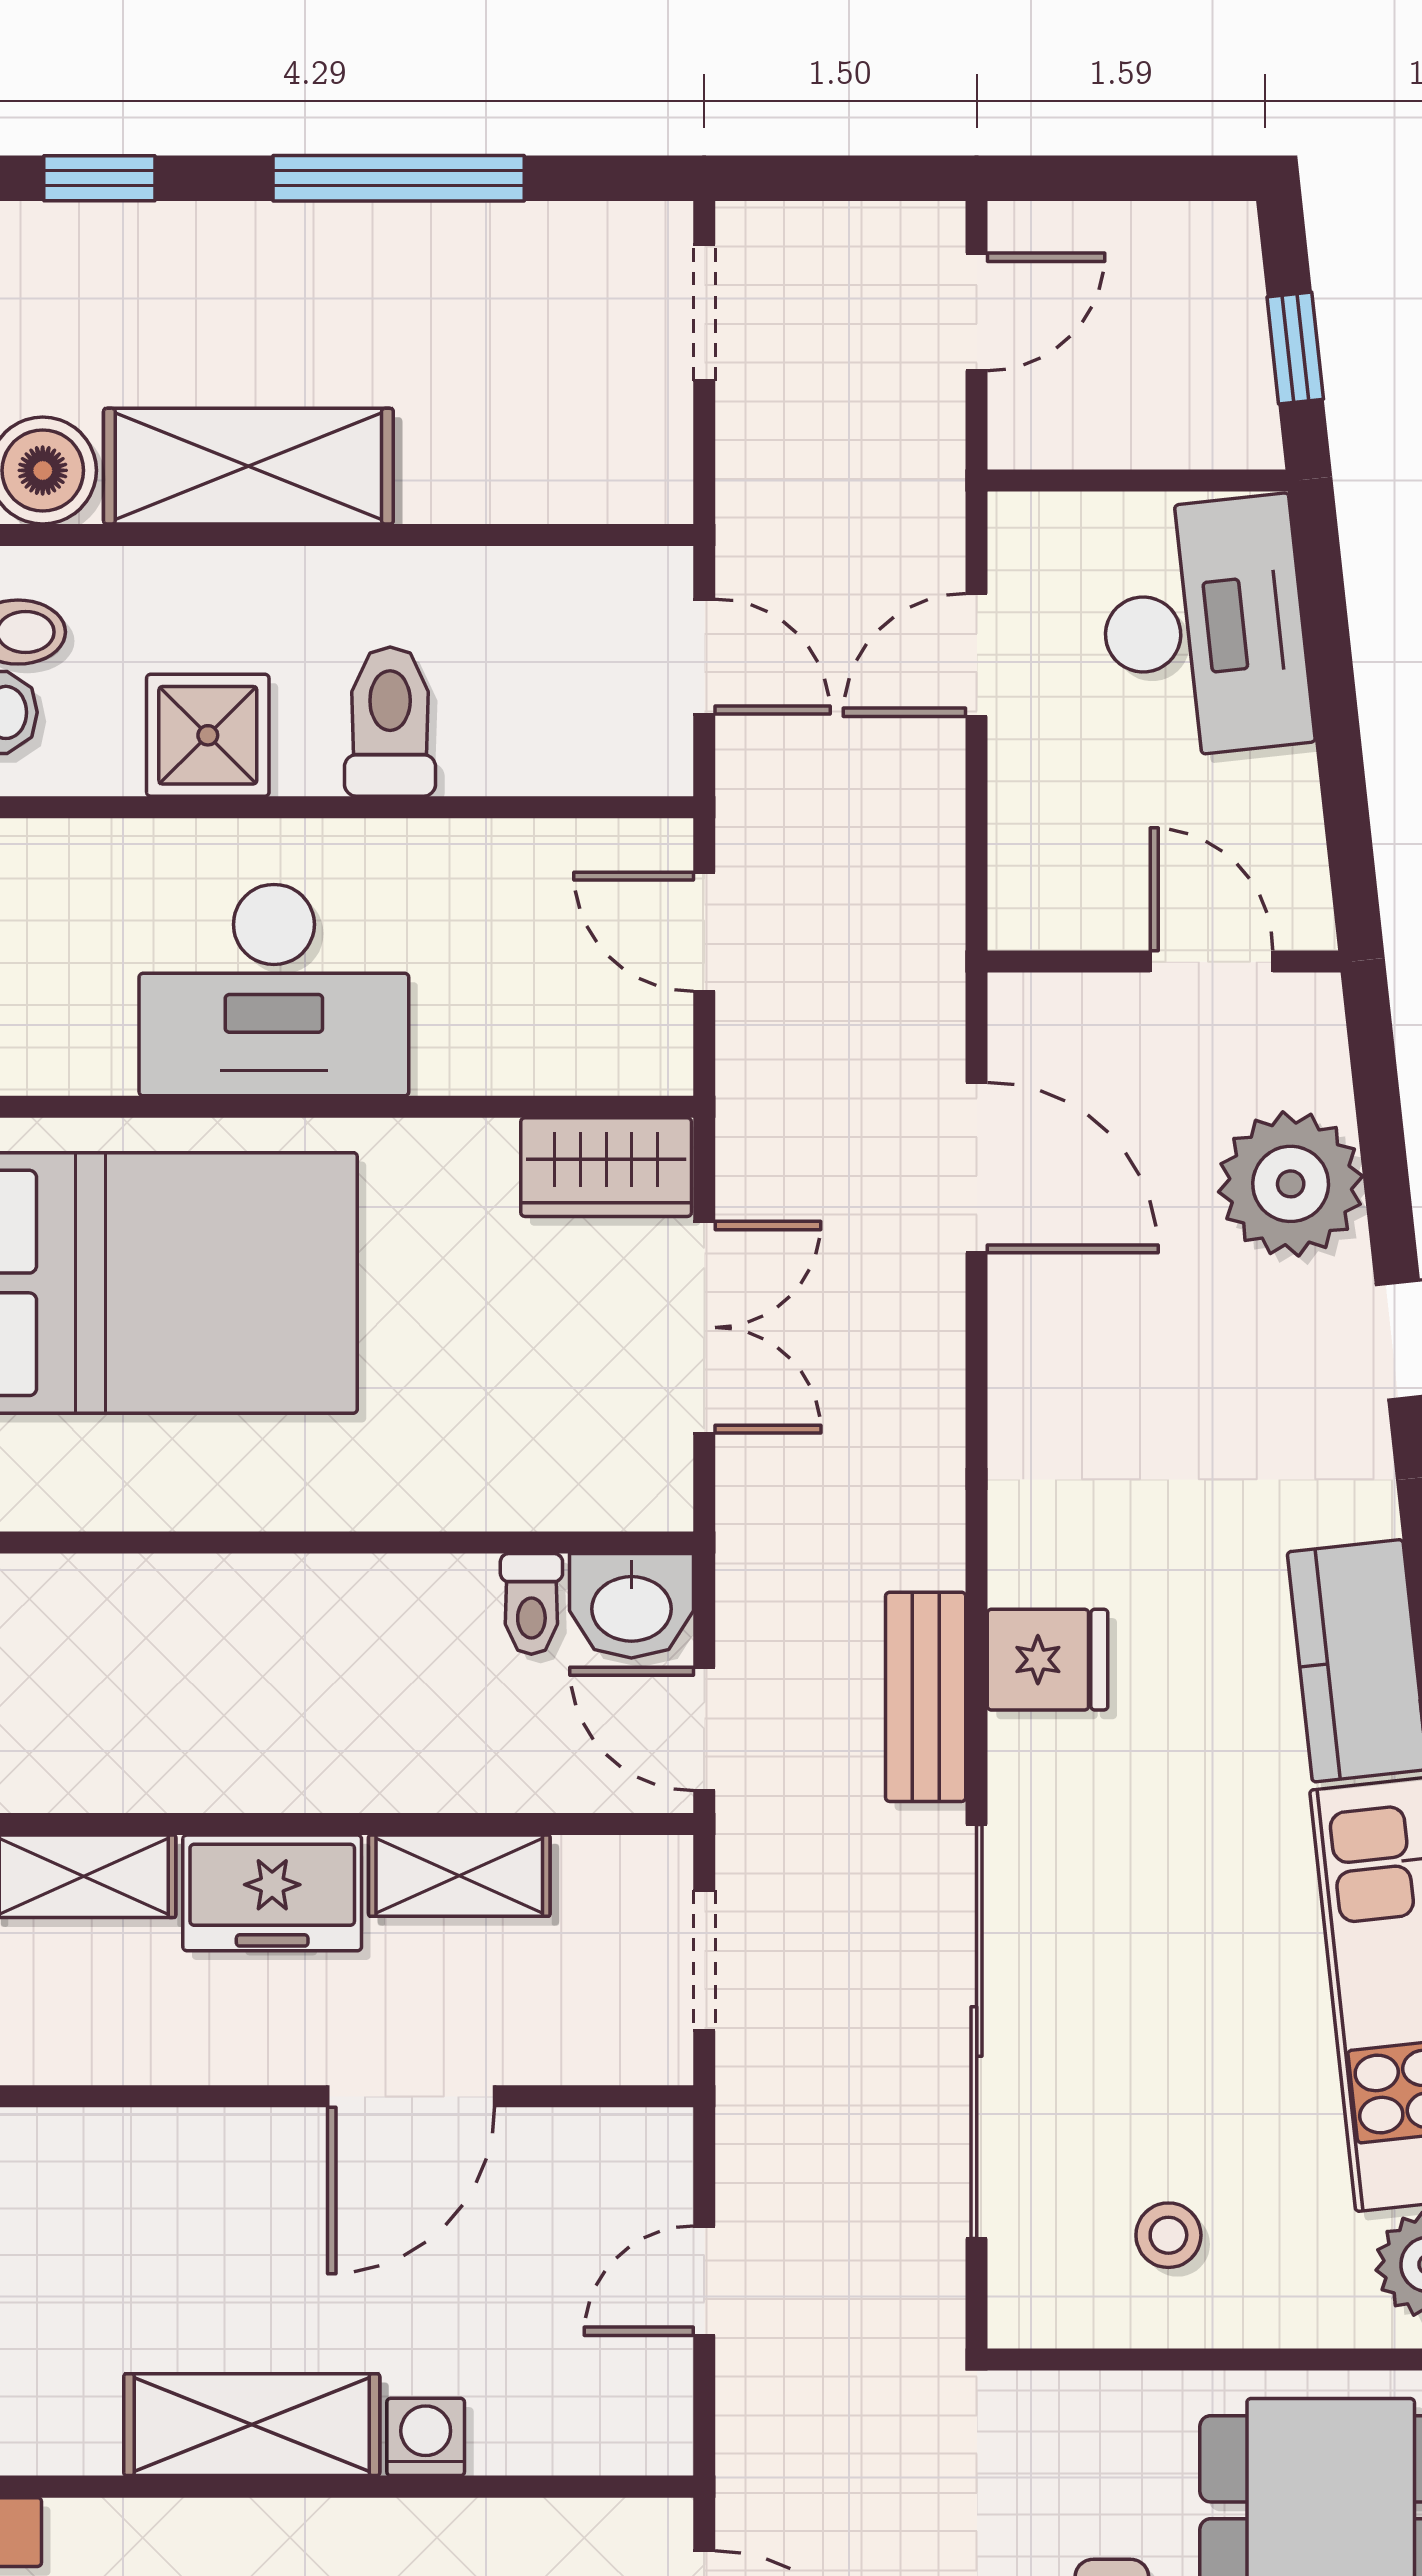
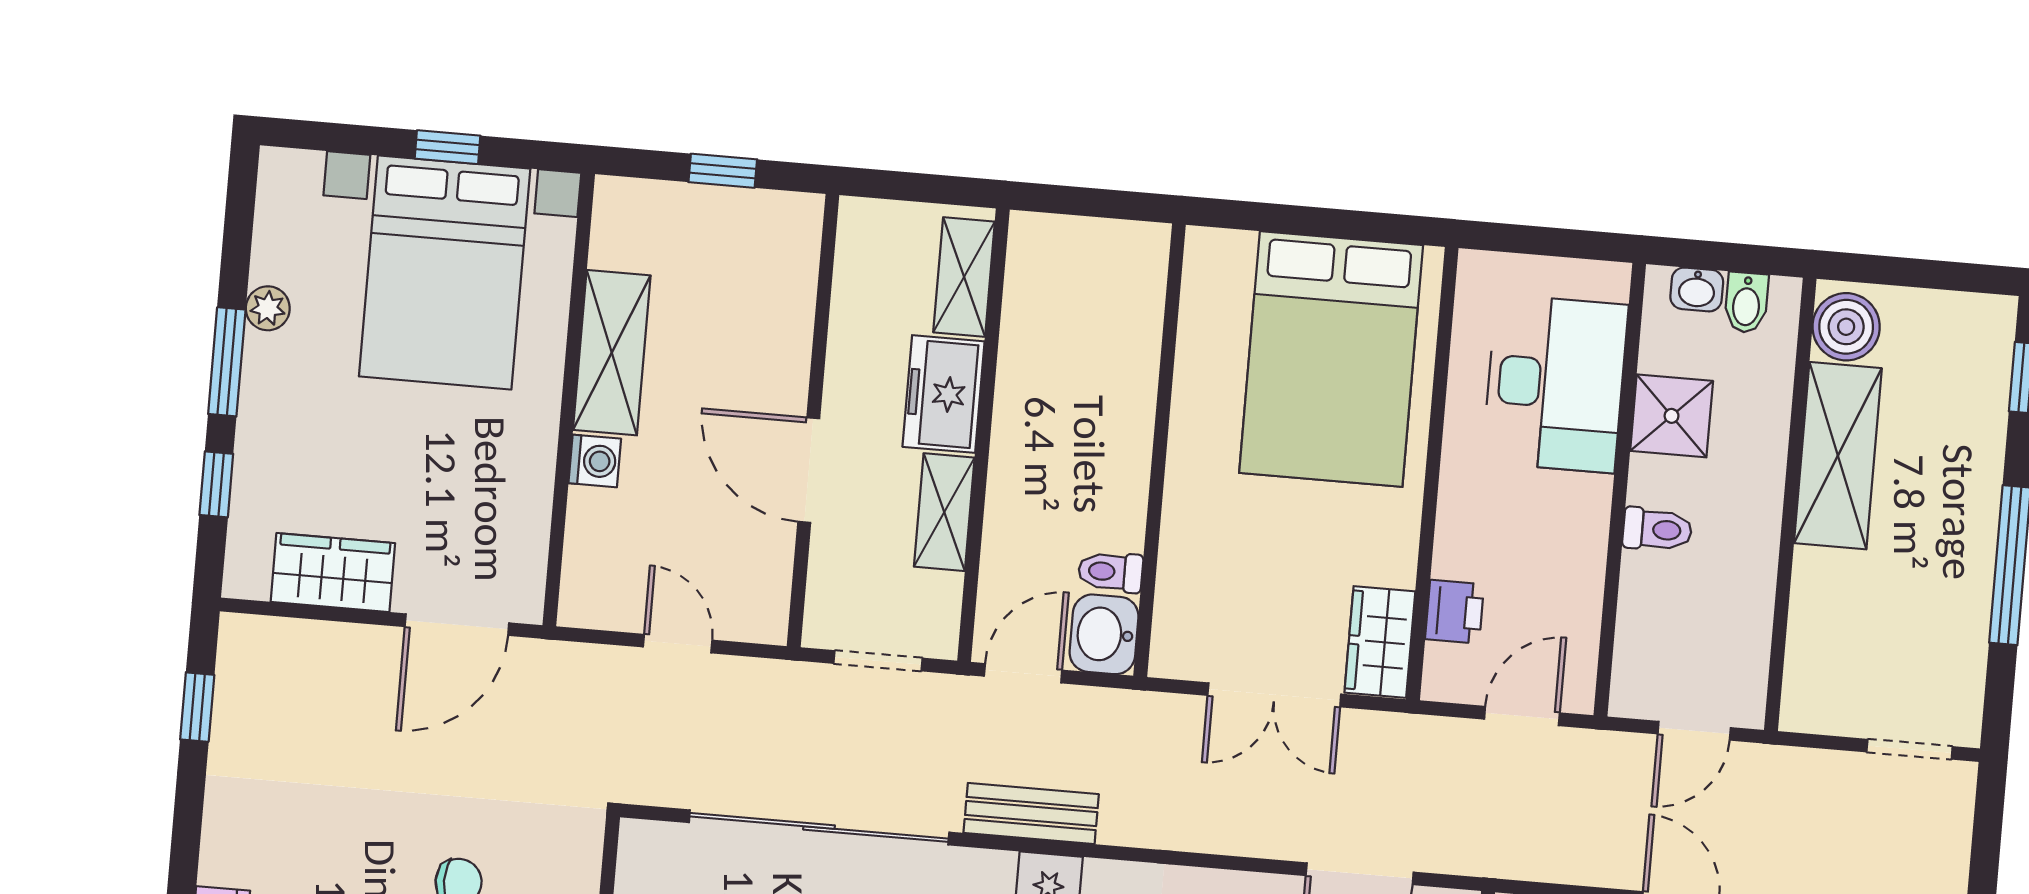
toilet: (390, 722) -> (1657, 530), width x0.73, depth x0.72
desk: (274, 990) -> (1555, 384), moved, turned 180
printer: (548, 1053) -> (1455, 612), added

